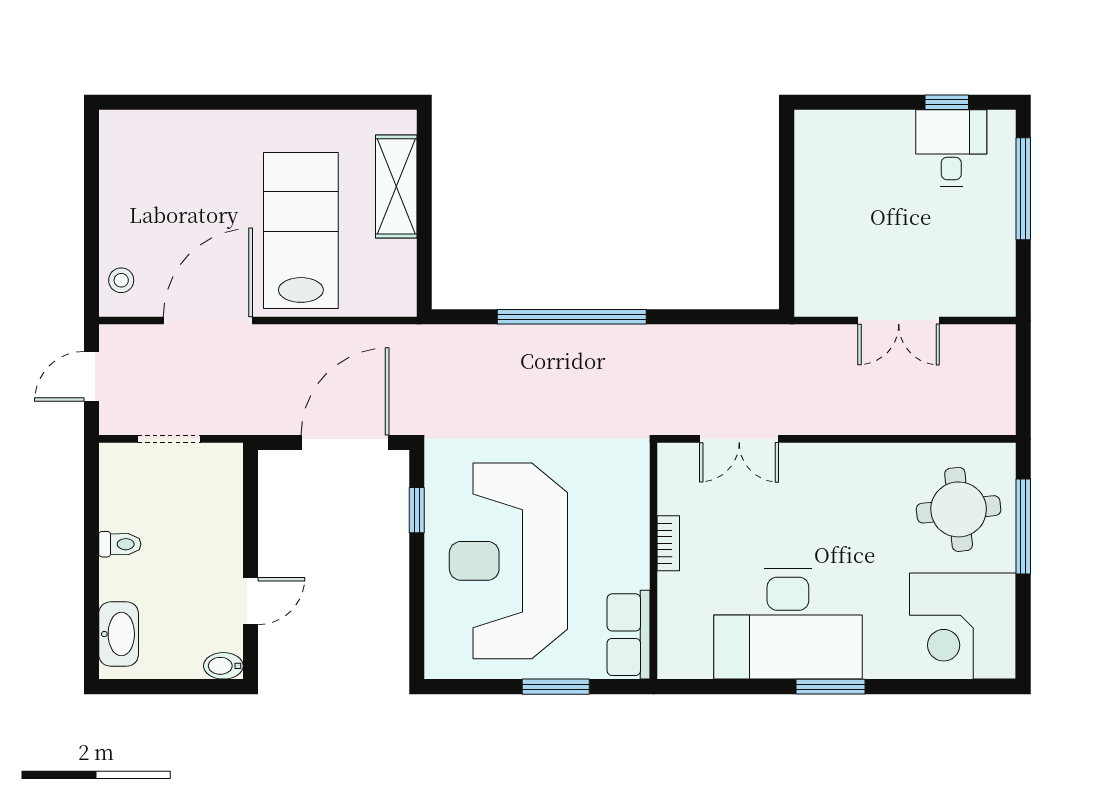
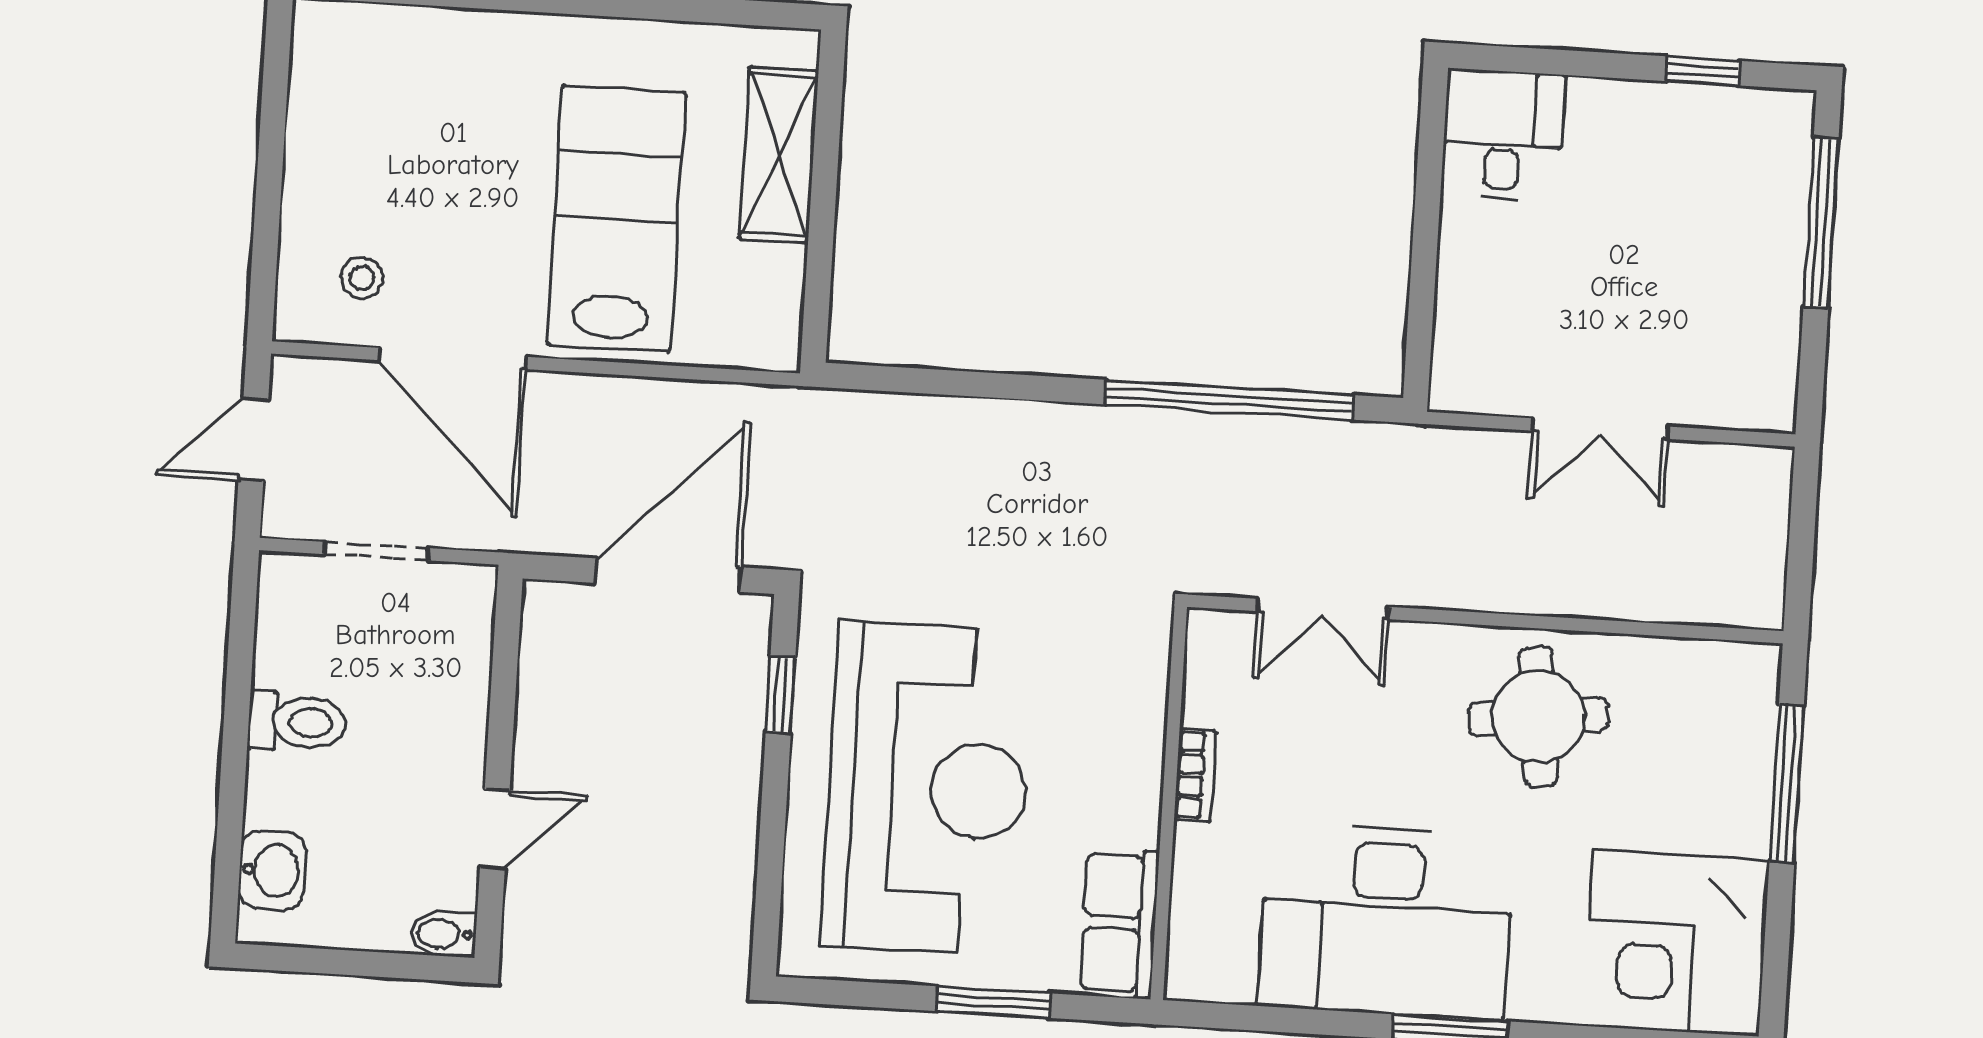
desk: (951, 148) -> (1503, 135), moved
stool: (121, 280) -> (362, 278), moved
window: (572, 317) -> (1229, 400), moved
door: (208, 321) -> (453, 358), swing flipped
round table: (959, 509) -> (1538, 717), moved
toilet: (120, 544) -> (297, 722), width x1.37, depth x1.39
reception desk: (508, 561) -> (927, 788), turned 180
washbasin: (119, 634) -> (272, 870), width x0.72

